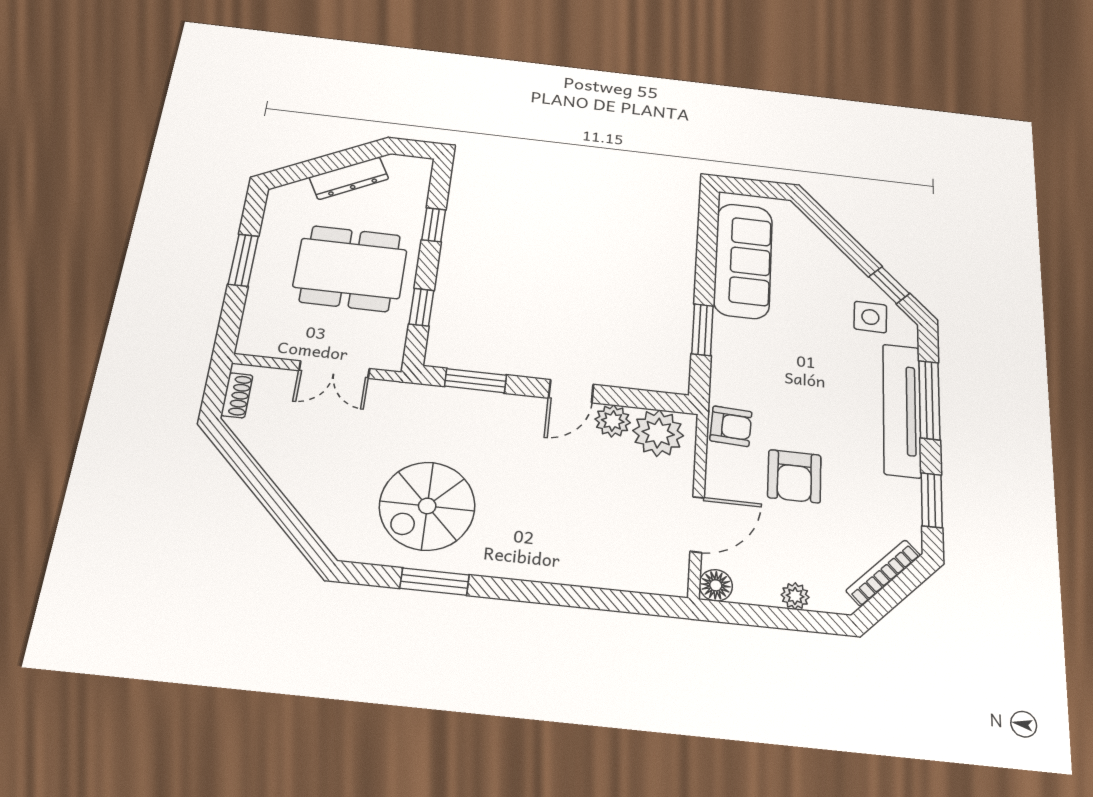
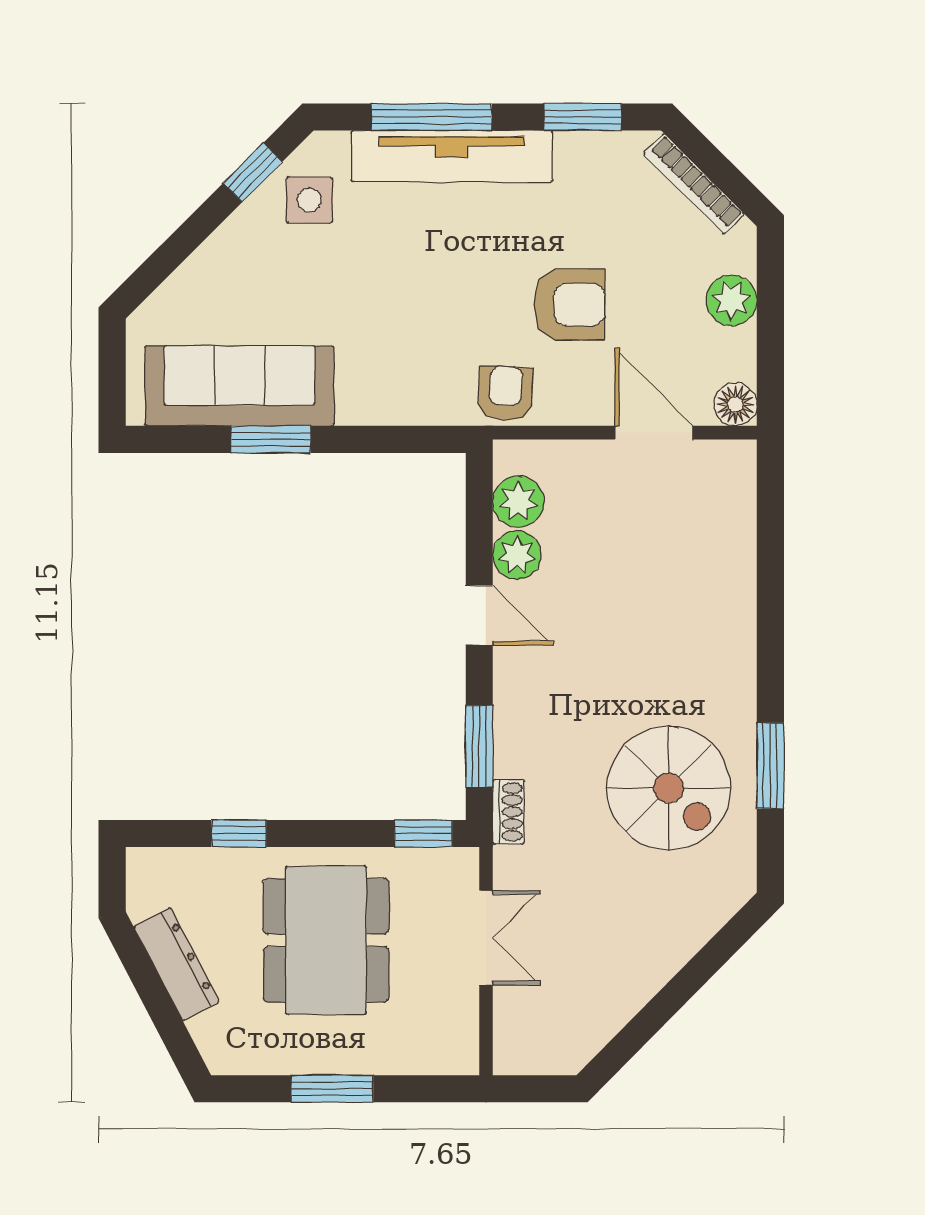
window: (421, 307) -> (423, 833), moved
window: (702, 330) -> (271, 439), moved
shoe rack: (237, 395) -> (508, 812), moved, turned 90
plant: (658, 433) -> (518, 502), width x0.73, depth x0.73
plant: (795, 596) -> (732, 300), width x1.38, depth x1.38

